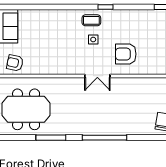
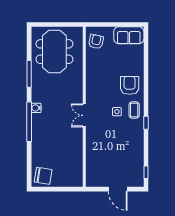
armchair: (126, 54) -> (130, 85), moved
water cooler: (89, 130) -> (36, 108), added

